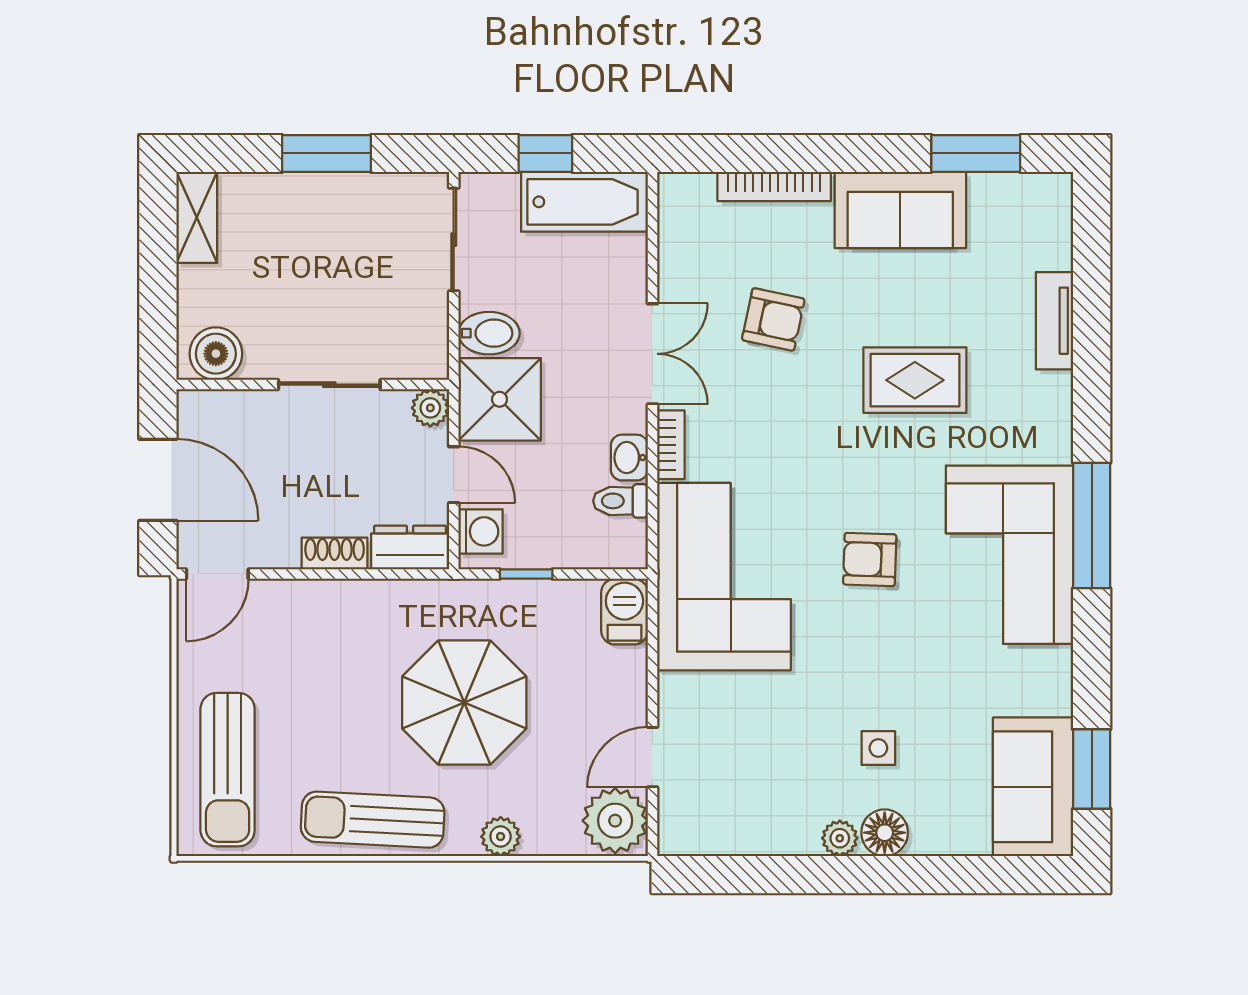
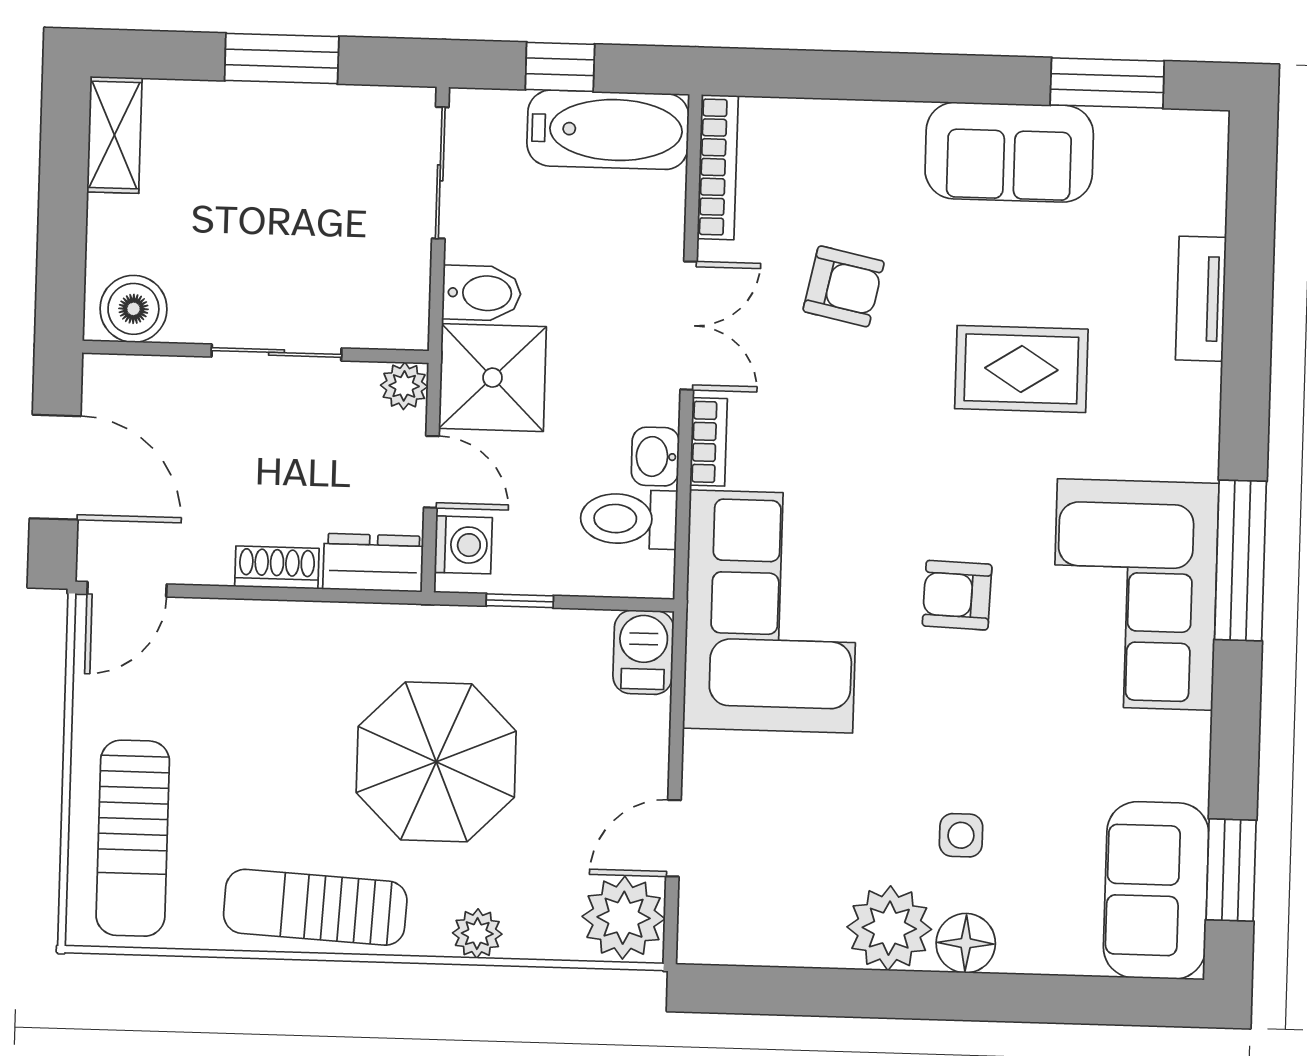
bookcase: (774, 187) -> (718, 167), moved, turned -90
toilet: (620, 501) -> (629, 519), width x1.37, depth x1.39
plant: (840, 838) -> (889, 928), width x1.87, depth x1.87

